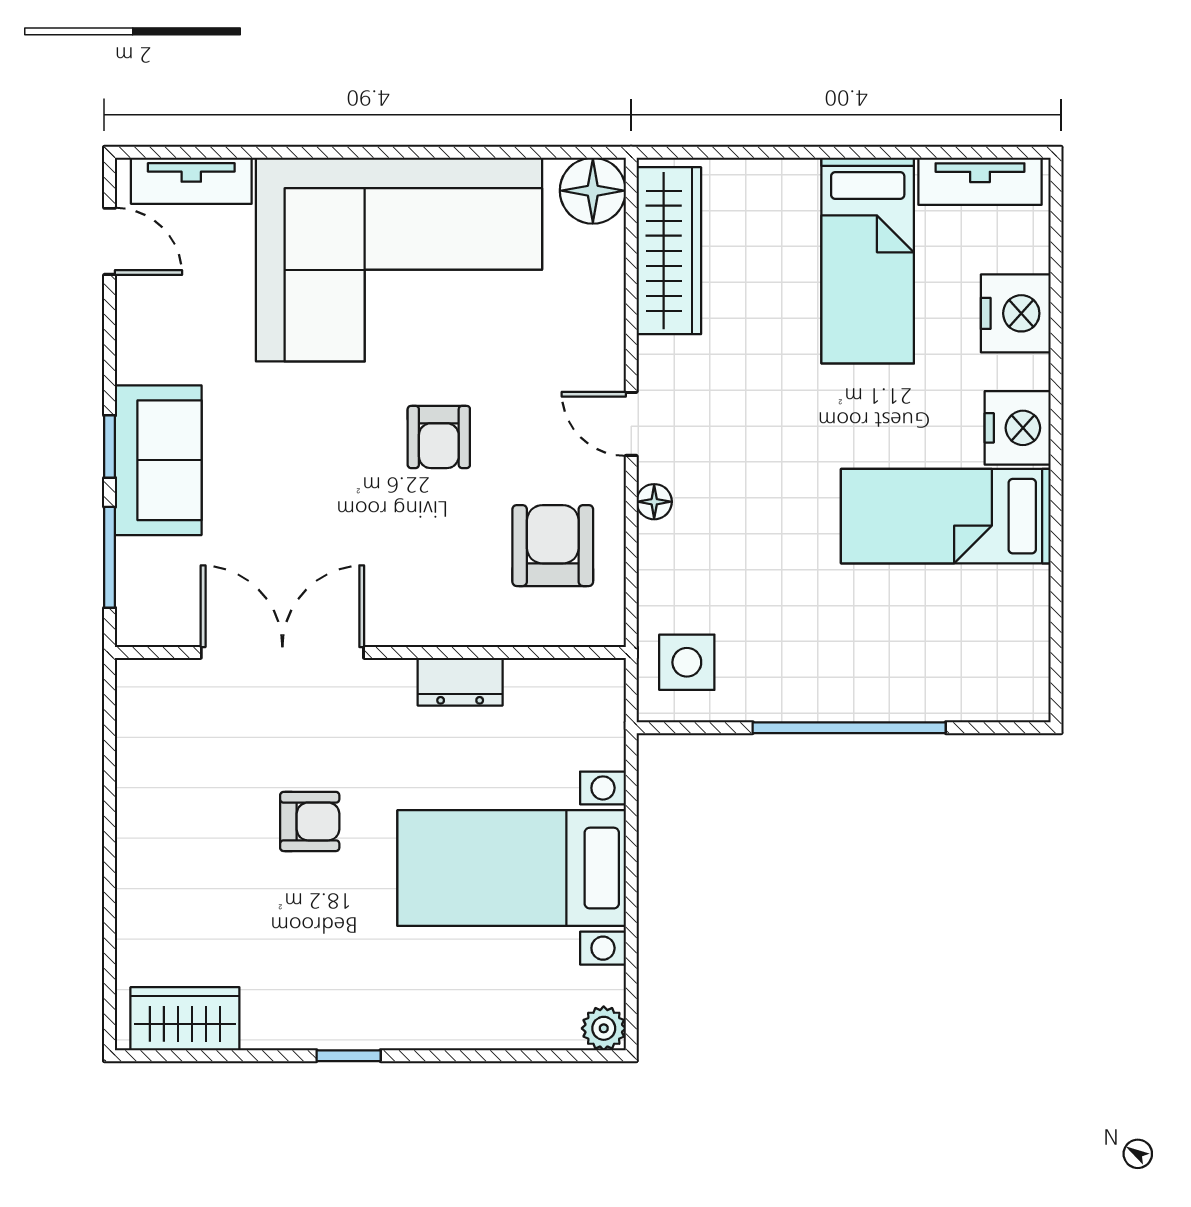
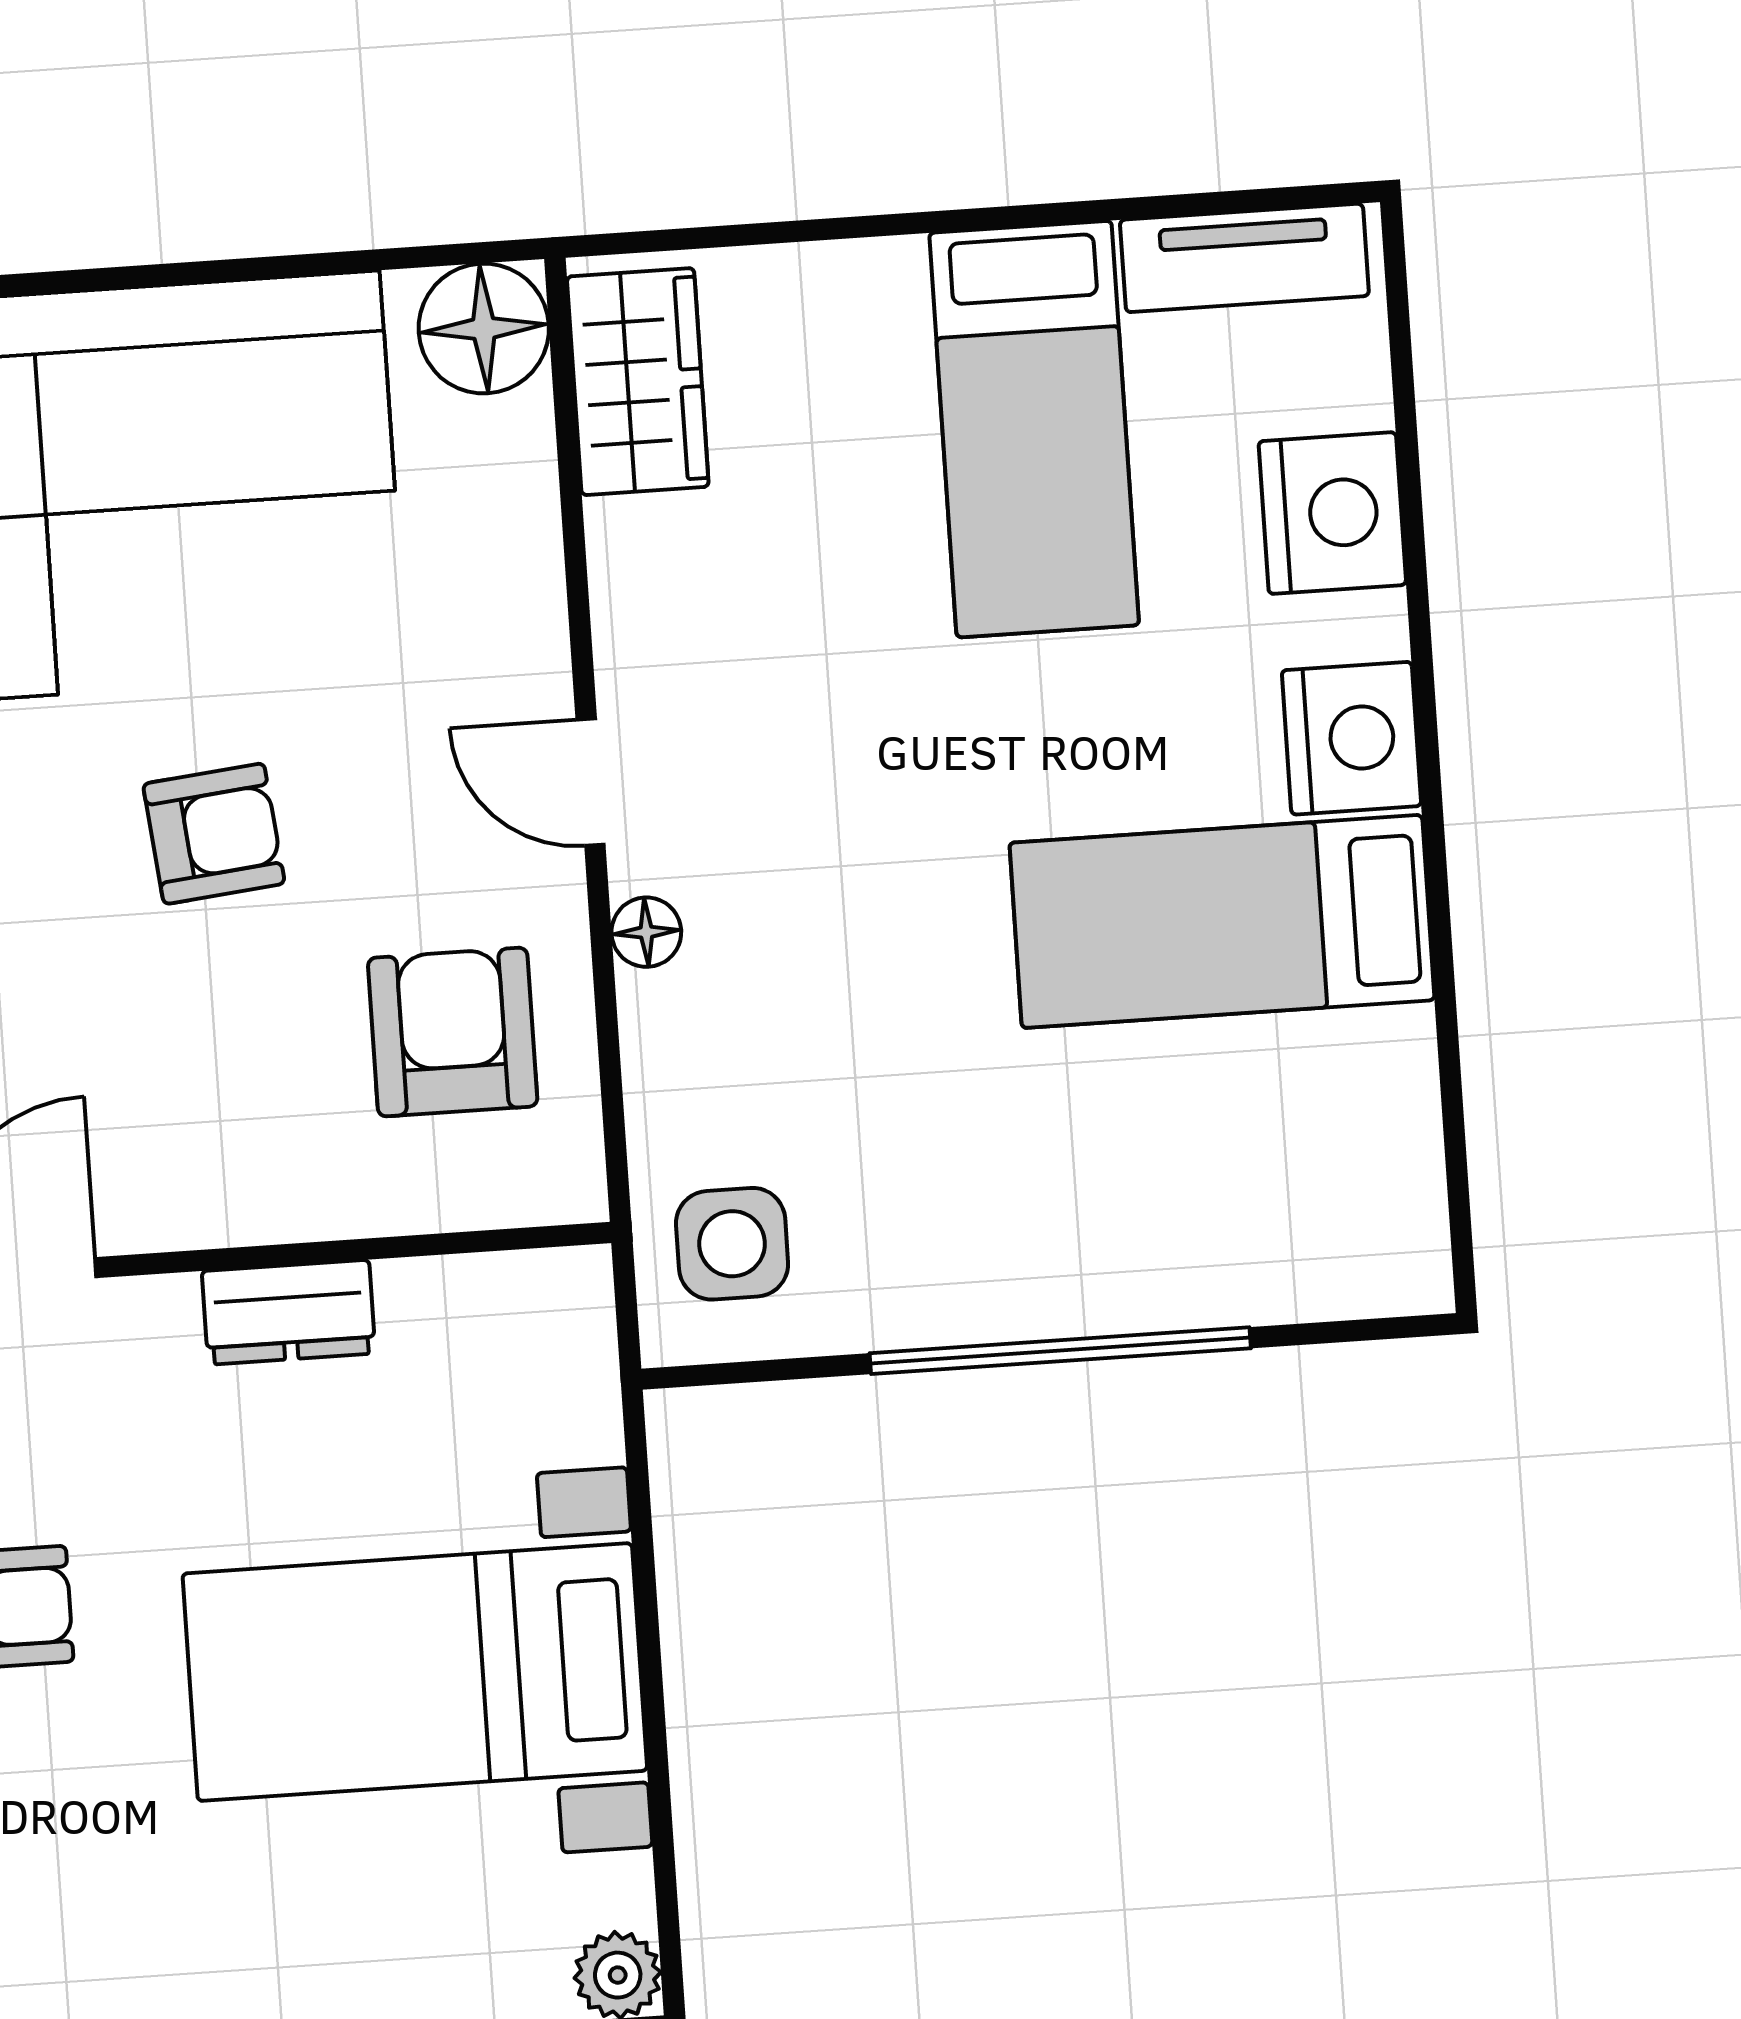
wardrobe: (669, 251) -> (638, 382), width x0.67
armchair: (439, 437) -> (214, 834), turned -96

